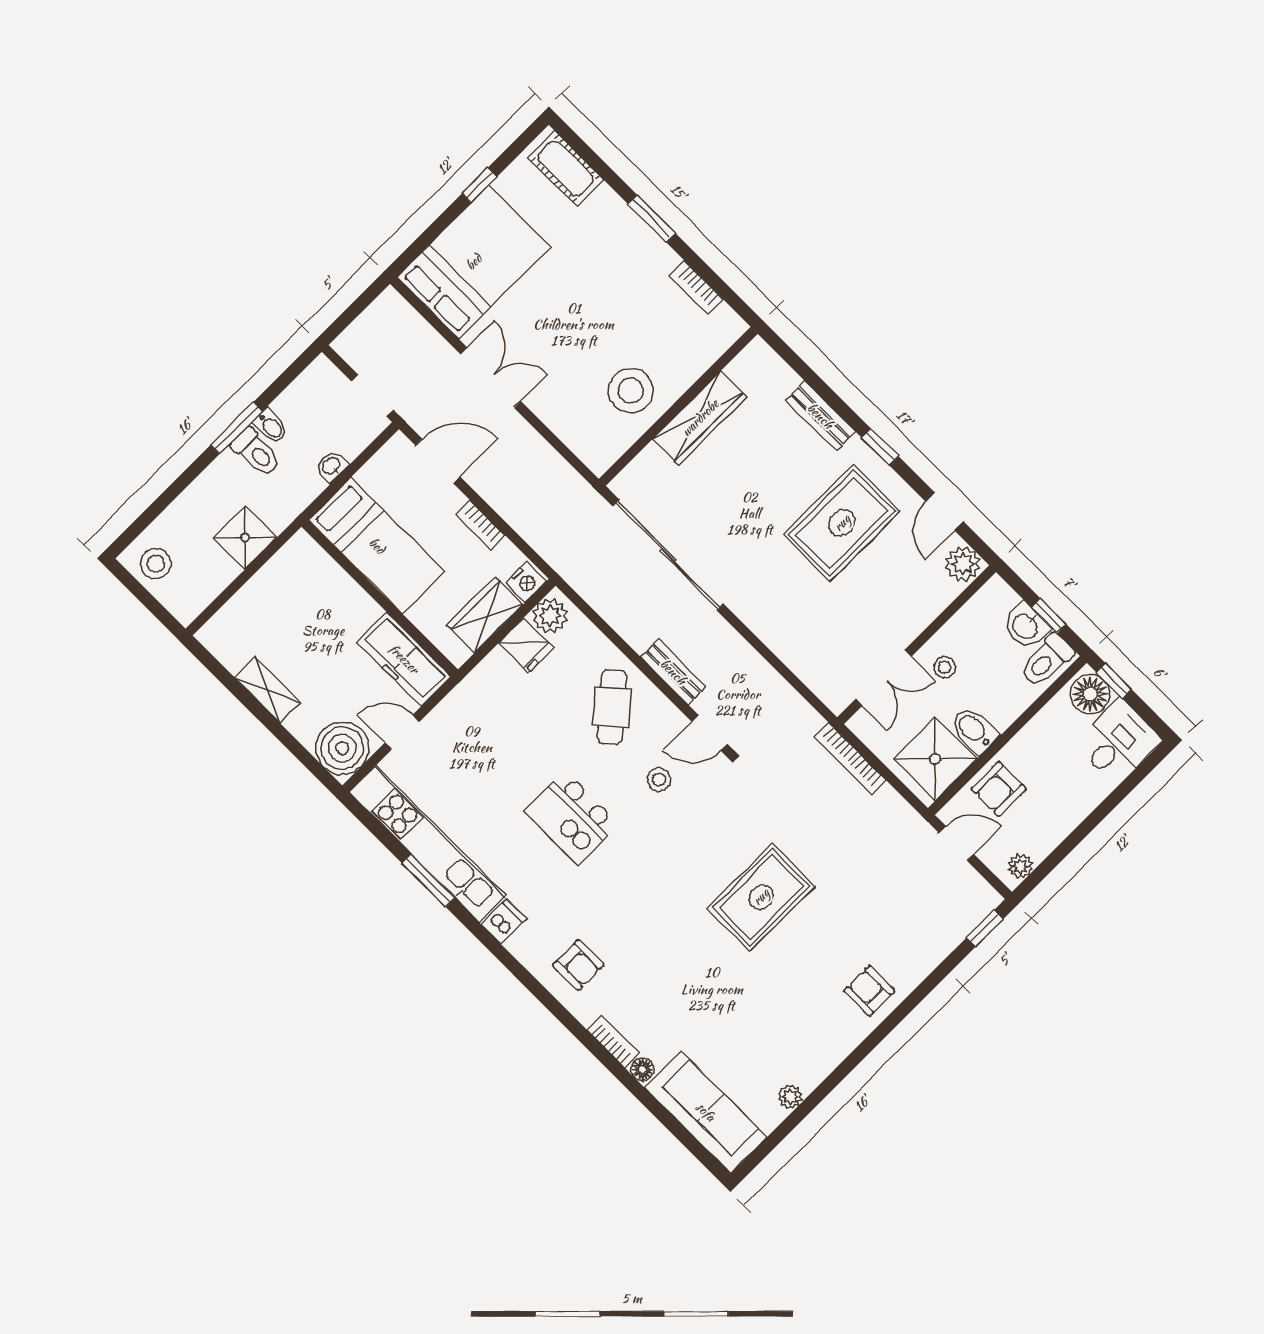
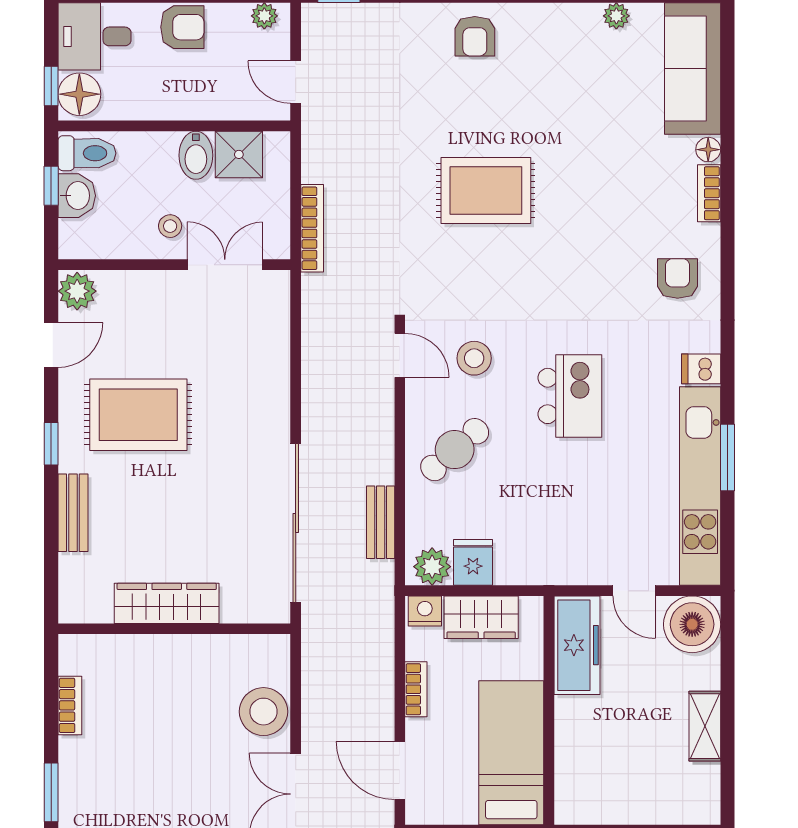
stool: (631, 391) -> (263, 712), moved
bench: (673, 672) -> (381, 522), moved
shower: (935, 759) -> (239, 154), width x0.73, depth x0.73
stool: (659, 780) -> (474, 358), width x1.37, depth x1.37
armchair: (999, 789) -> (182, 27), moved

